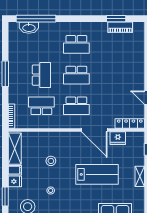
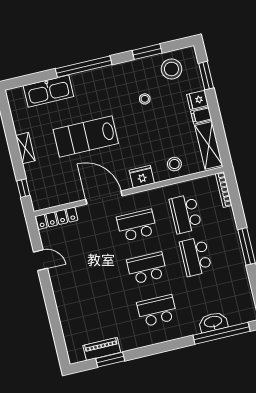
washbasin: (29, 28) -> (213, 322), moved
school desk: (41, 106) -> (186, 214), turned 90
fridge: (118, 138) -> (142, 177), moved
stool: (51, 161) -> (174, 164), moved

